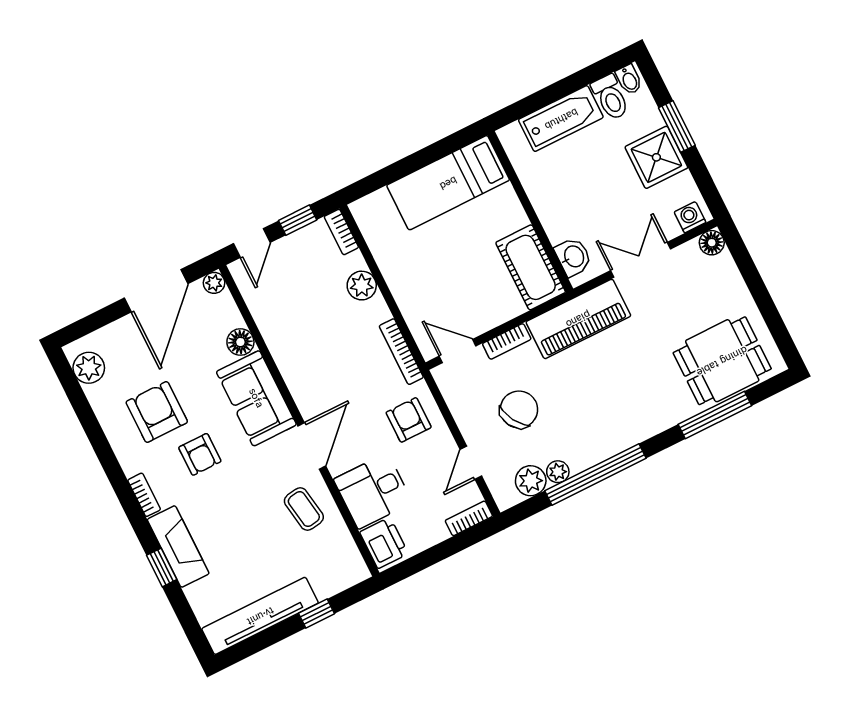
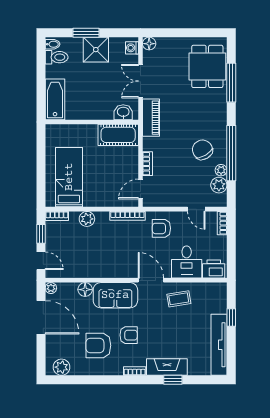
bathtub: (561, 119) -> (55, 99), moved
bed: (448, 183) -> (69, 177), moved, turned 180
piano: (578, 319) -> (151, 118), width x0.73, depth x0.75
chair: (519, 409) -> (202, 150), moved

